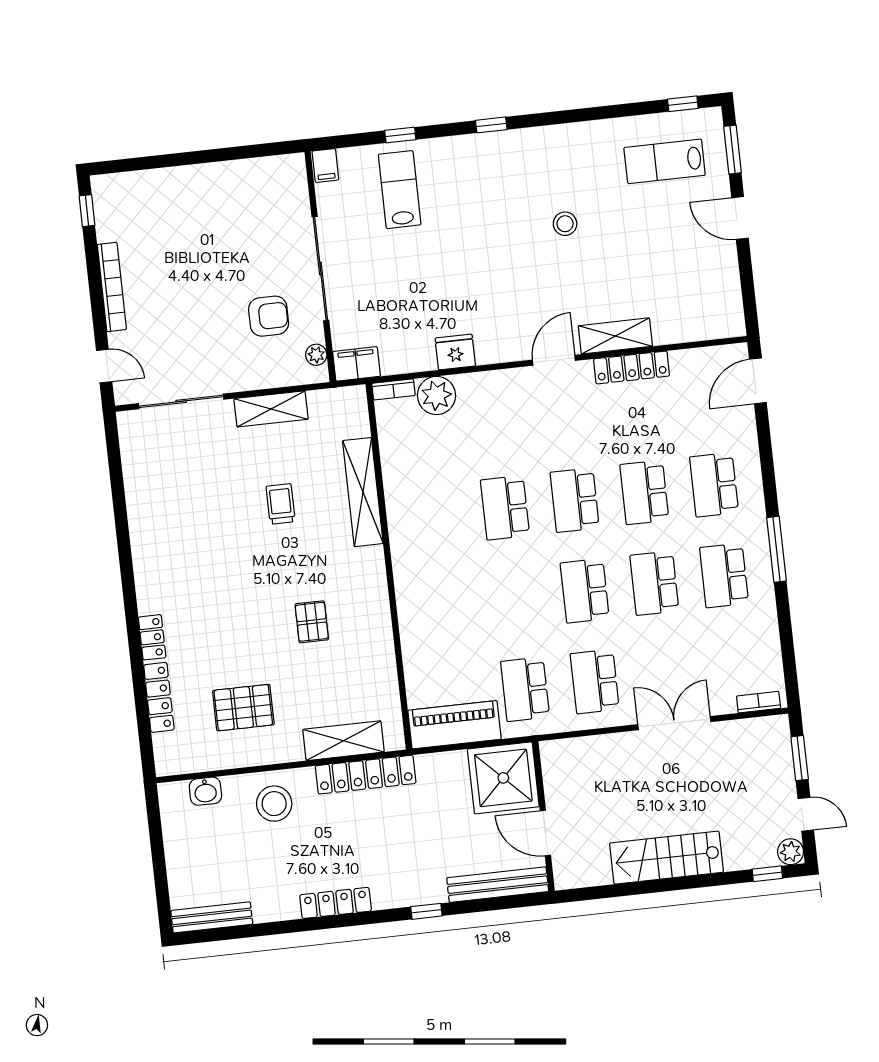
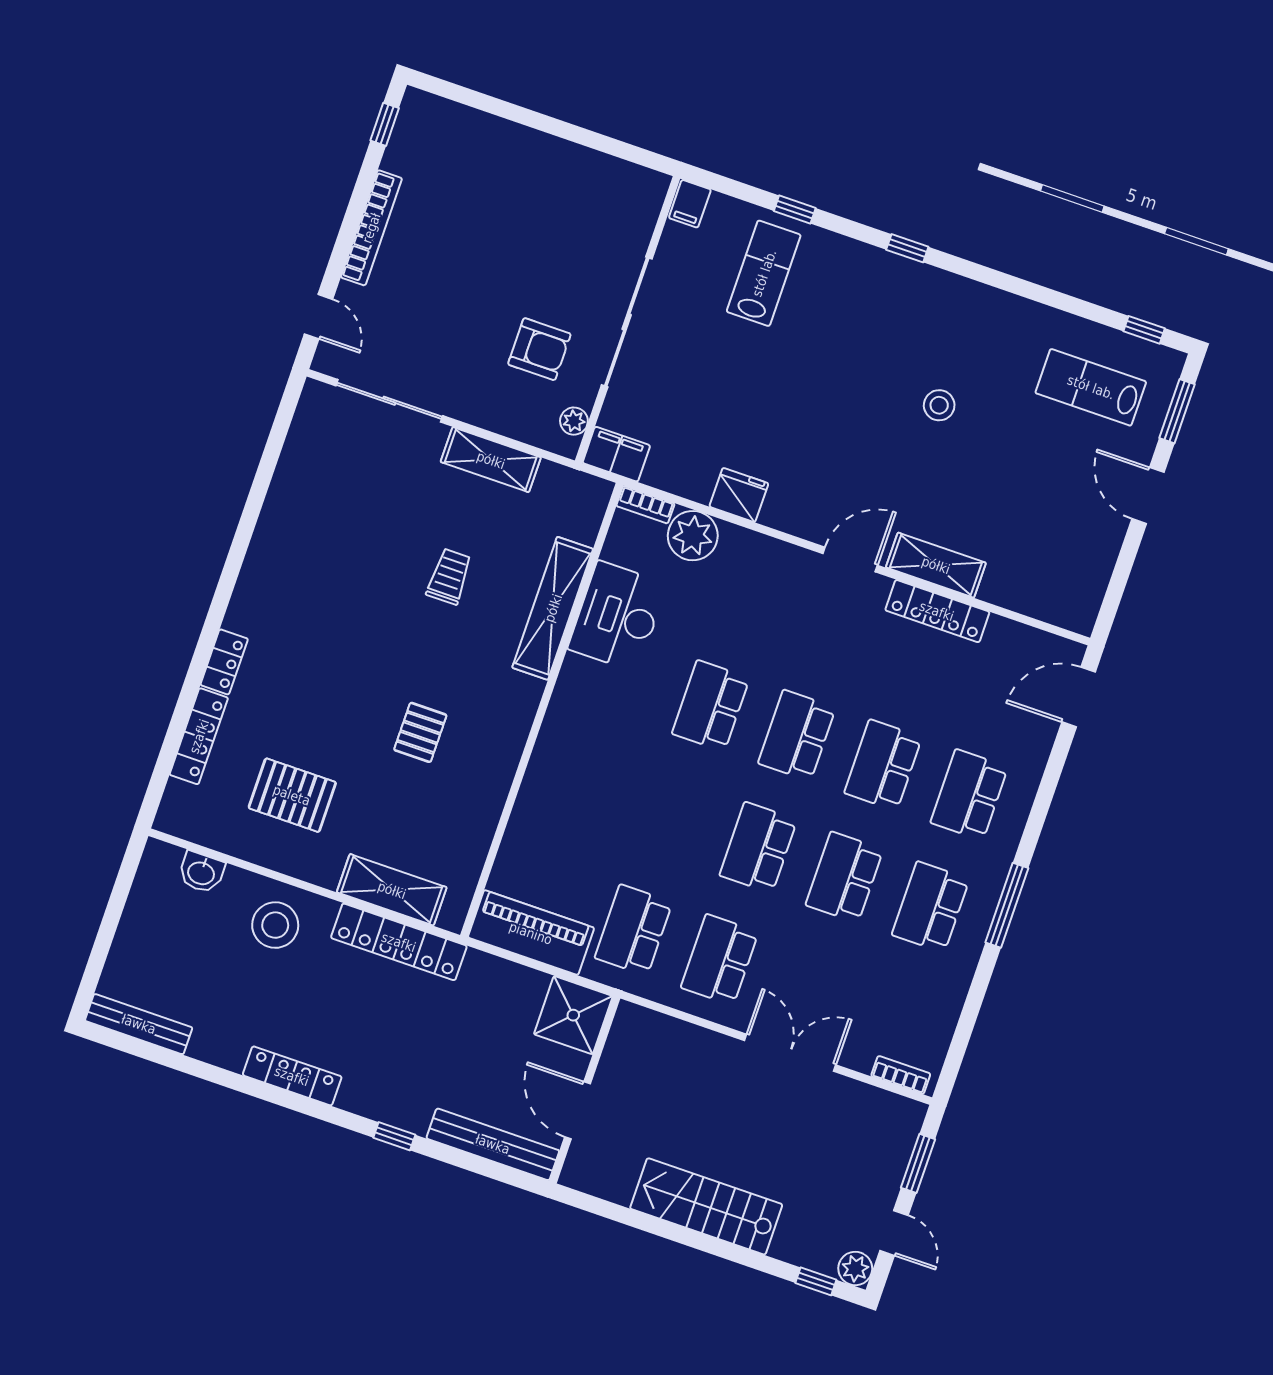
desk: (411, 476) -> (618, 616), added
shower: (503, 778) -> (573, 1015), width x0.73, depth x0.73

